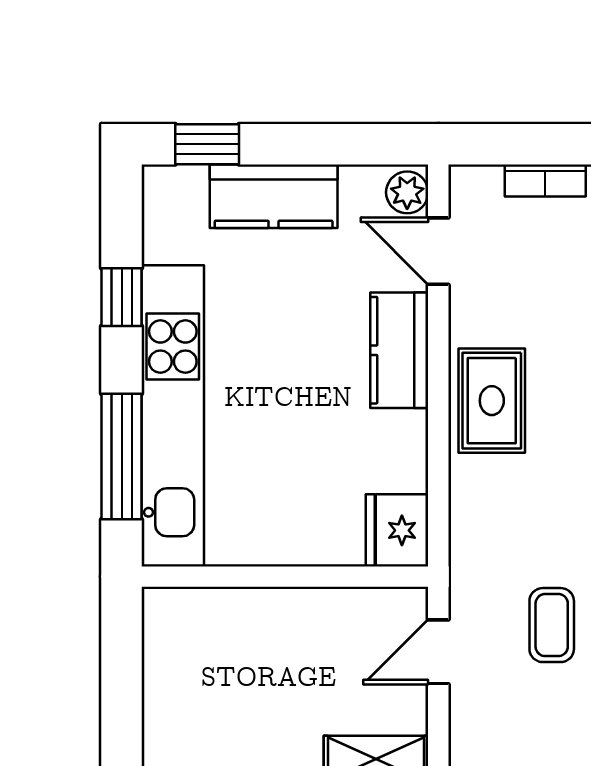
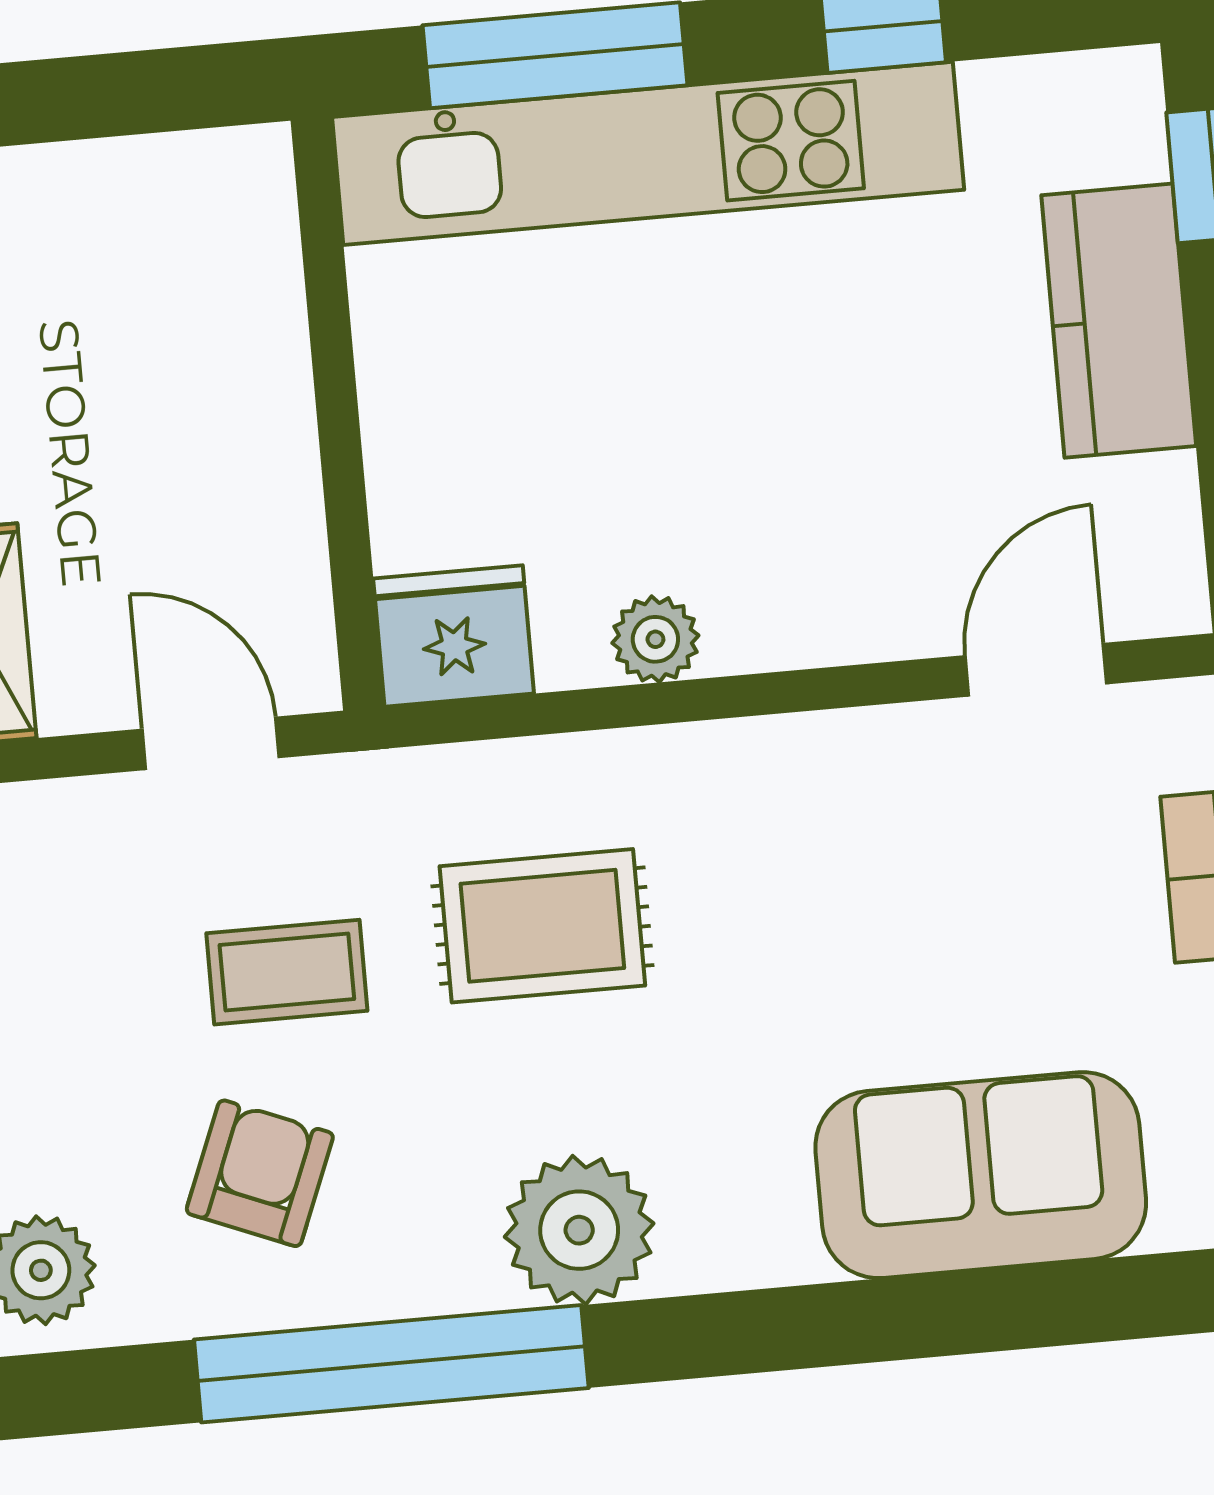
plant: (407, 192) -> (655, 639), moved
kitchen counter: (399, 350) -> (825, 608), removed
rug: (492, 401) -> (542, 926), moved

